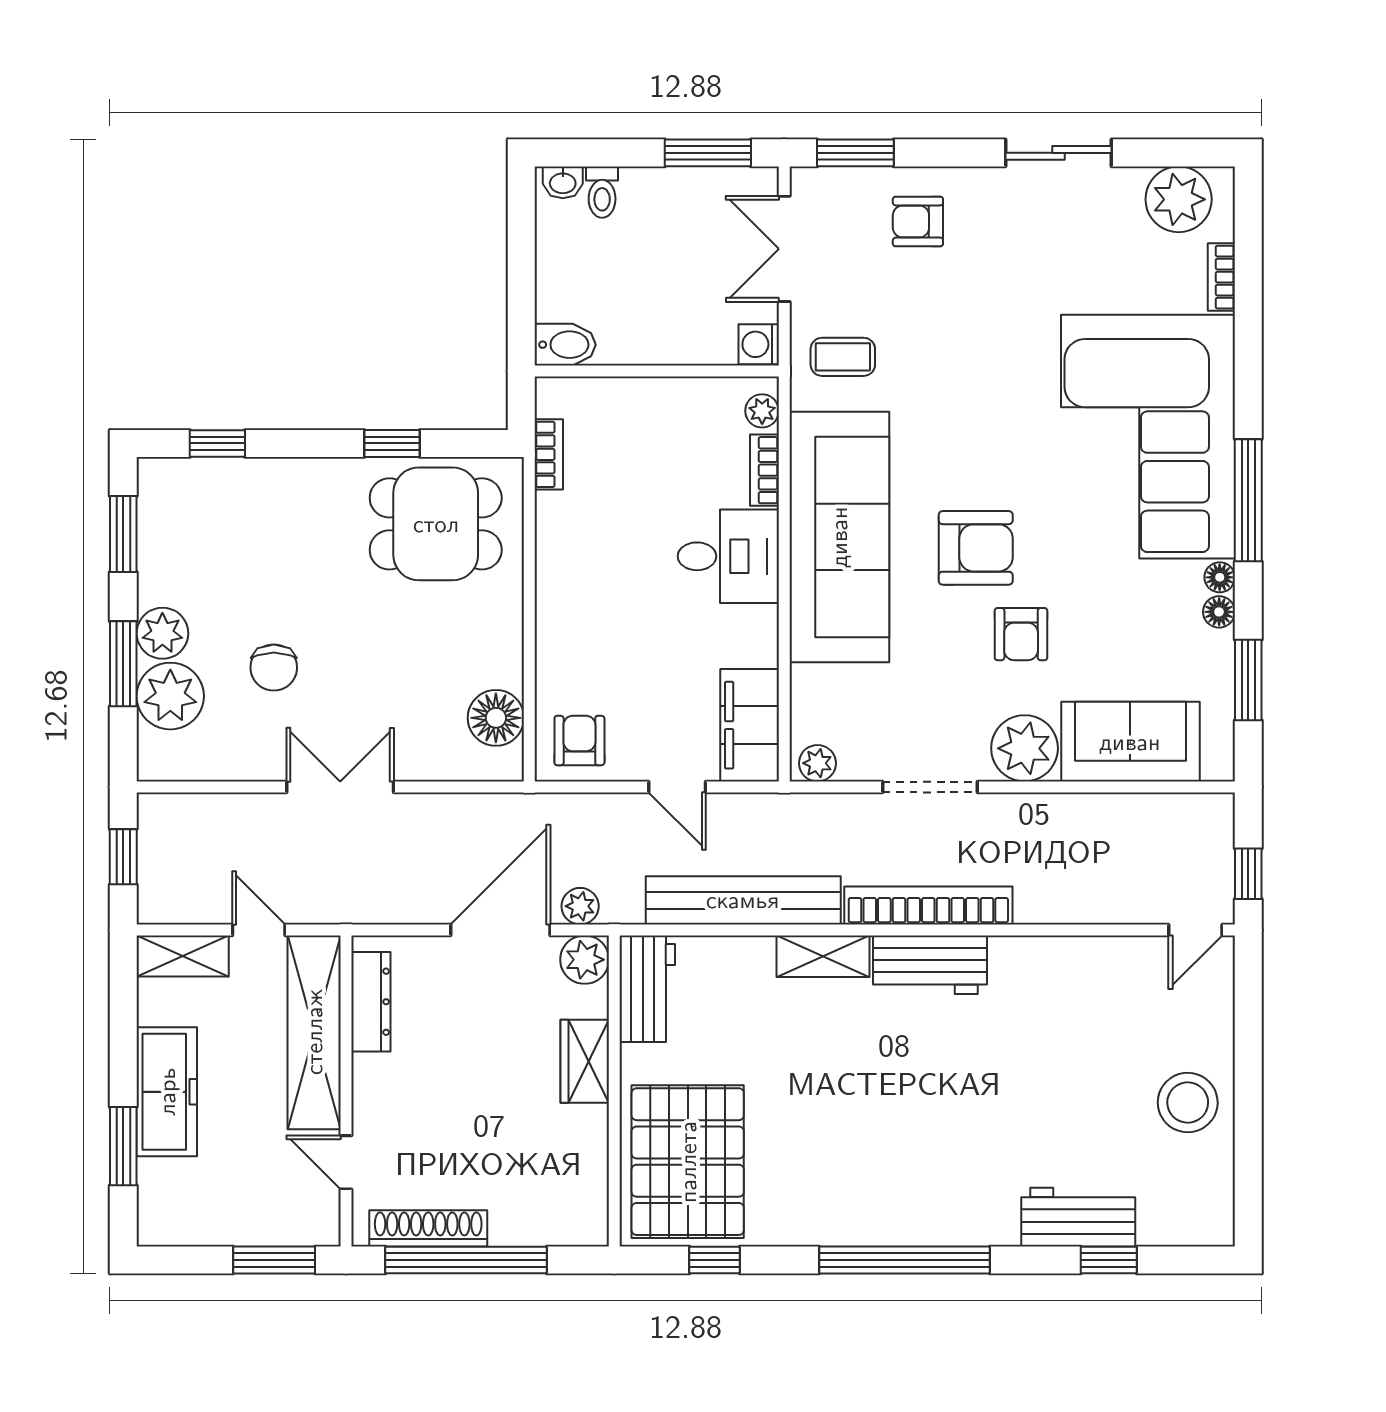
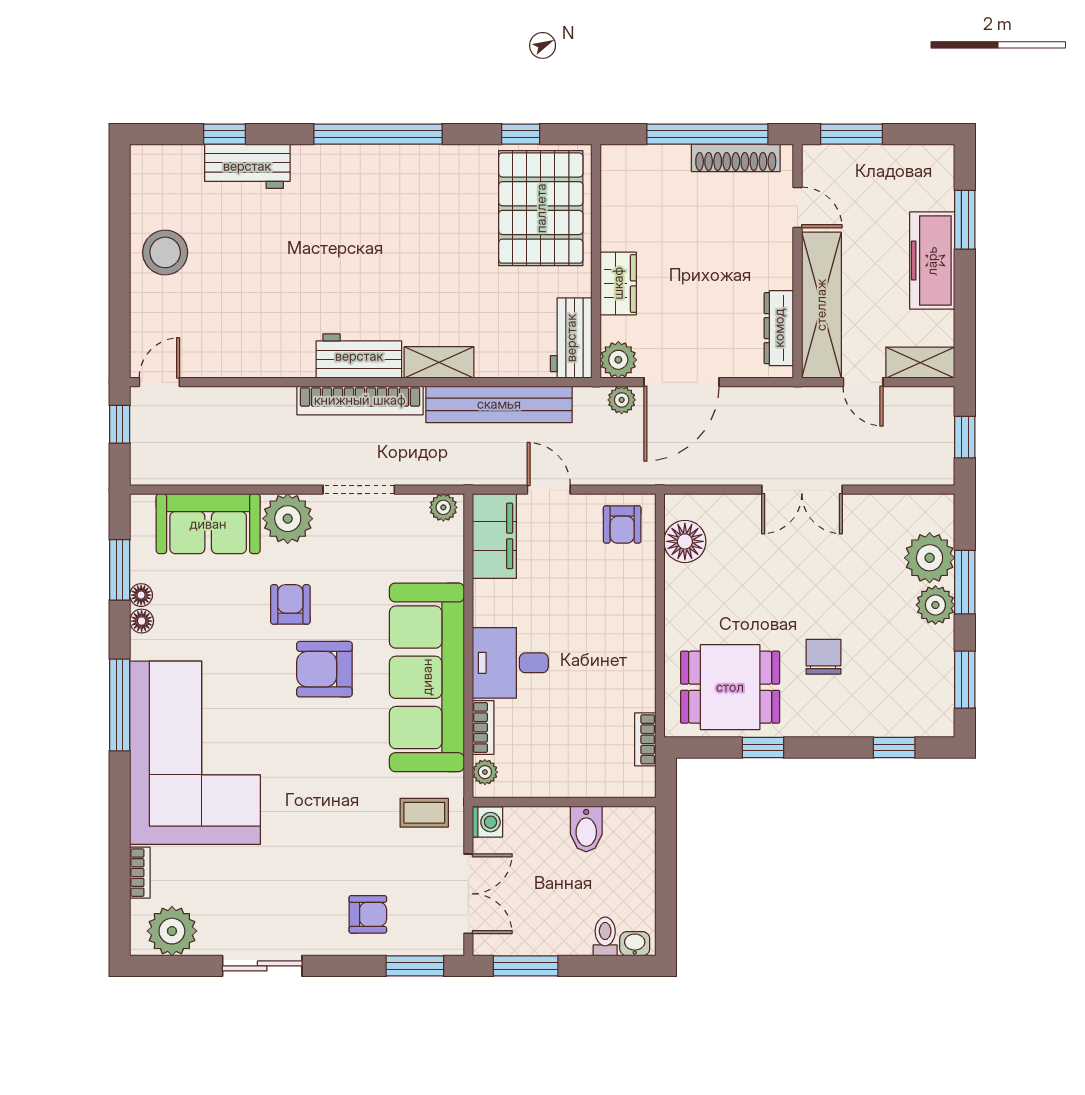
bidet: (565, 345) -> (586, 829), moved, turned -90
floor lamp: (1220, 577) -> (141, 595), moved
chair: (274, 668) -> (823, 657), moved

